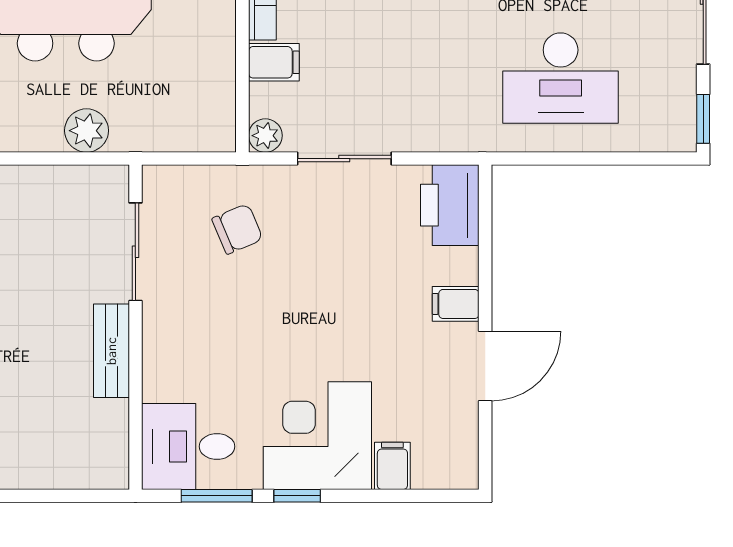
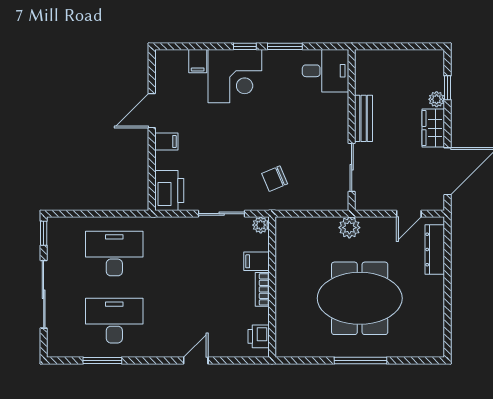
sliding door: (135, 252) -> (352, 167), moved
wall: (135, 327) -> (352, 130), moved
bench: (111, 351) -> (364, 118), moved
desk: (188, 446) -> (326, 71), moved

